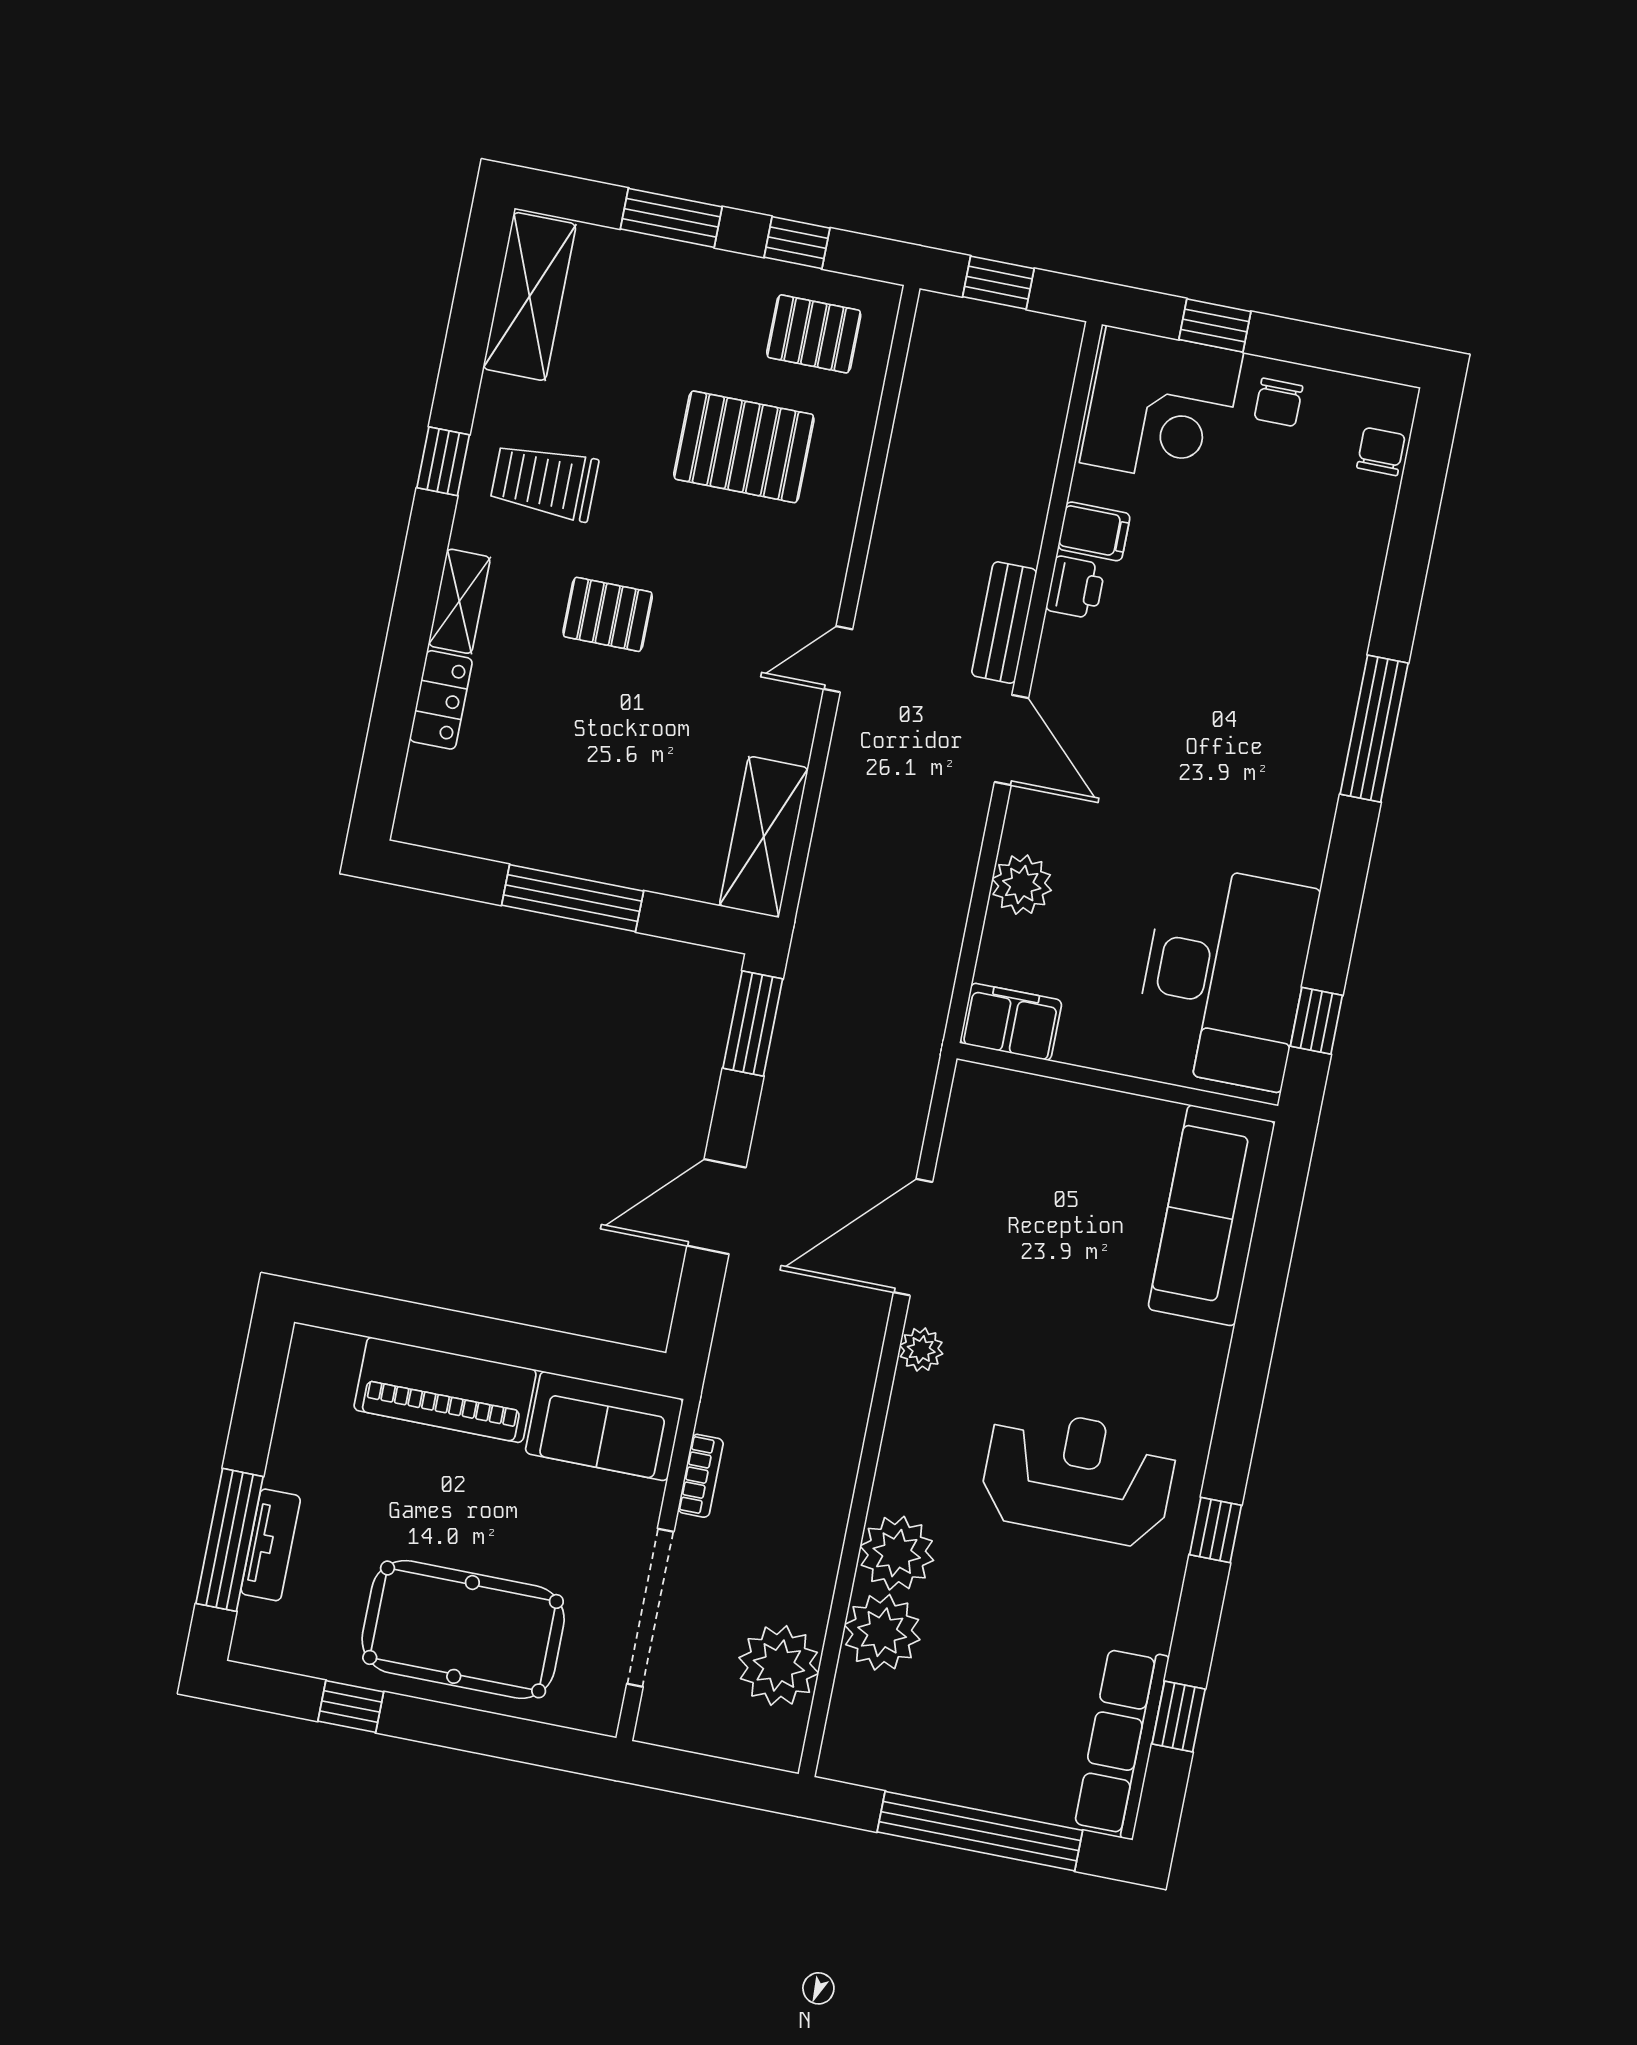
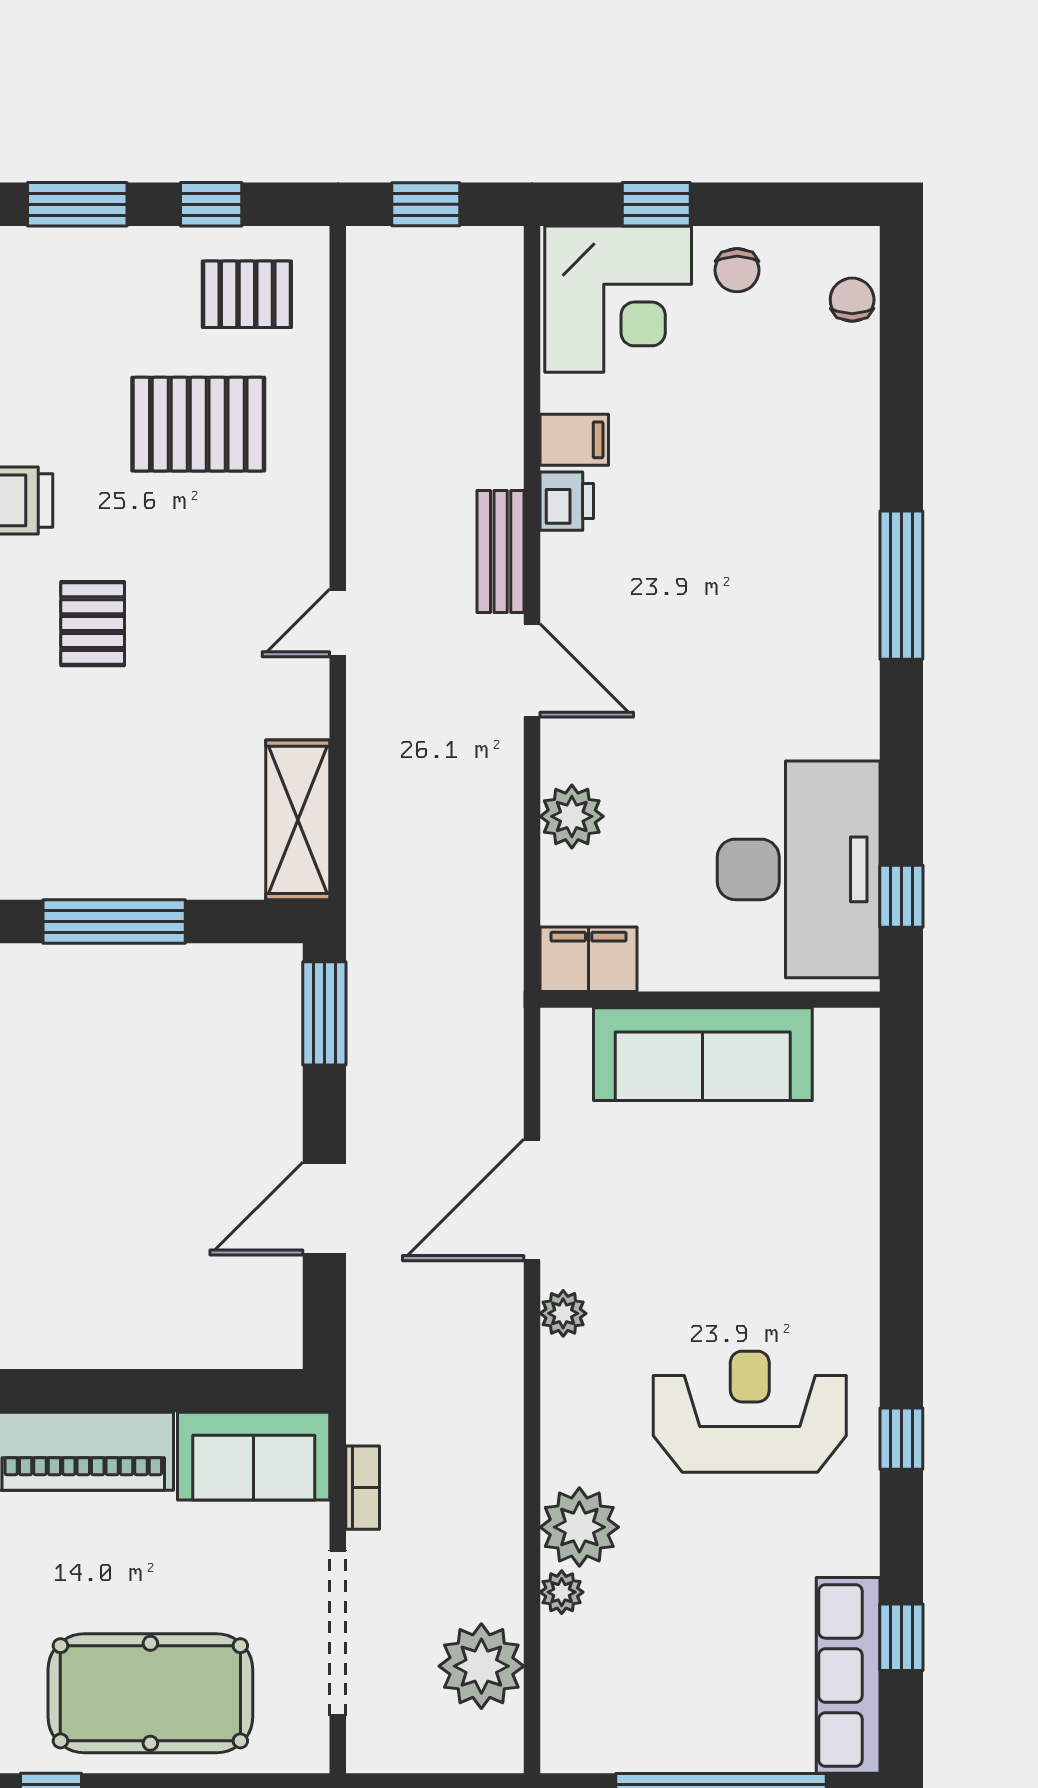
pallet: (608, 614) -> (93, 624), turned 90
sofa: (1211, 1215) -> (703, 1054), moved, turned -90
plant: (882, 1632) -> (562, 1592), width x0.53, depth x0.53

